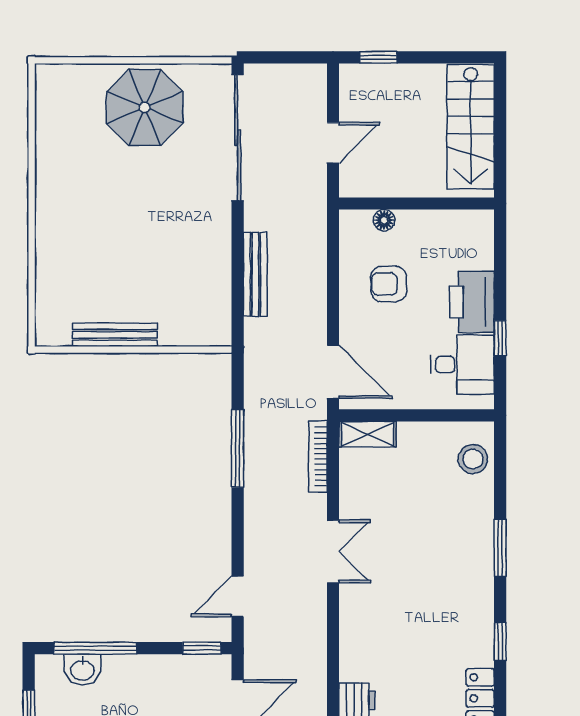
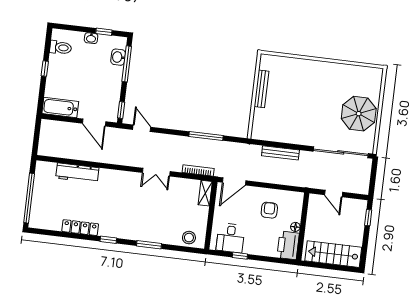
floor lamp: (384, 220) -> (295, 227), moved
printer: (472, 302) -> (288, 245), moved, turned -90

